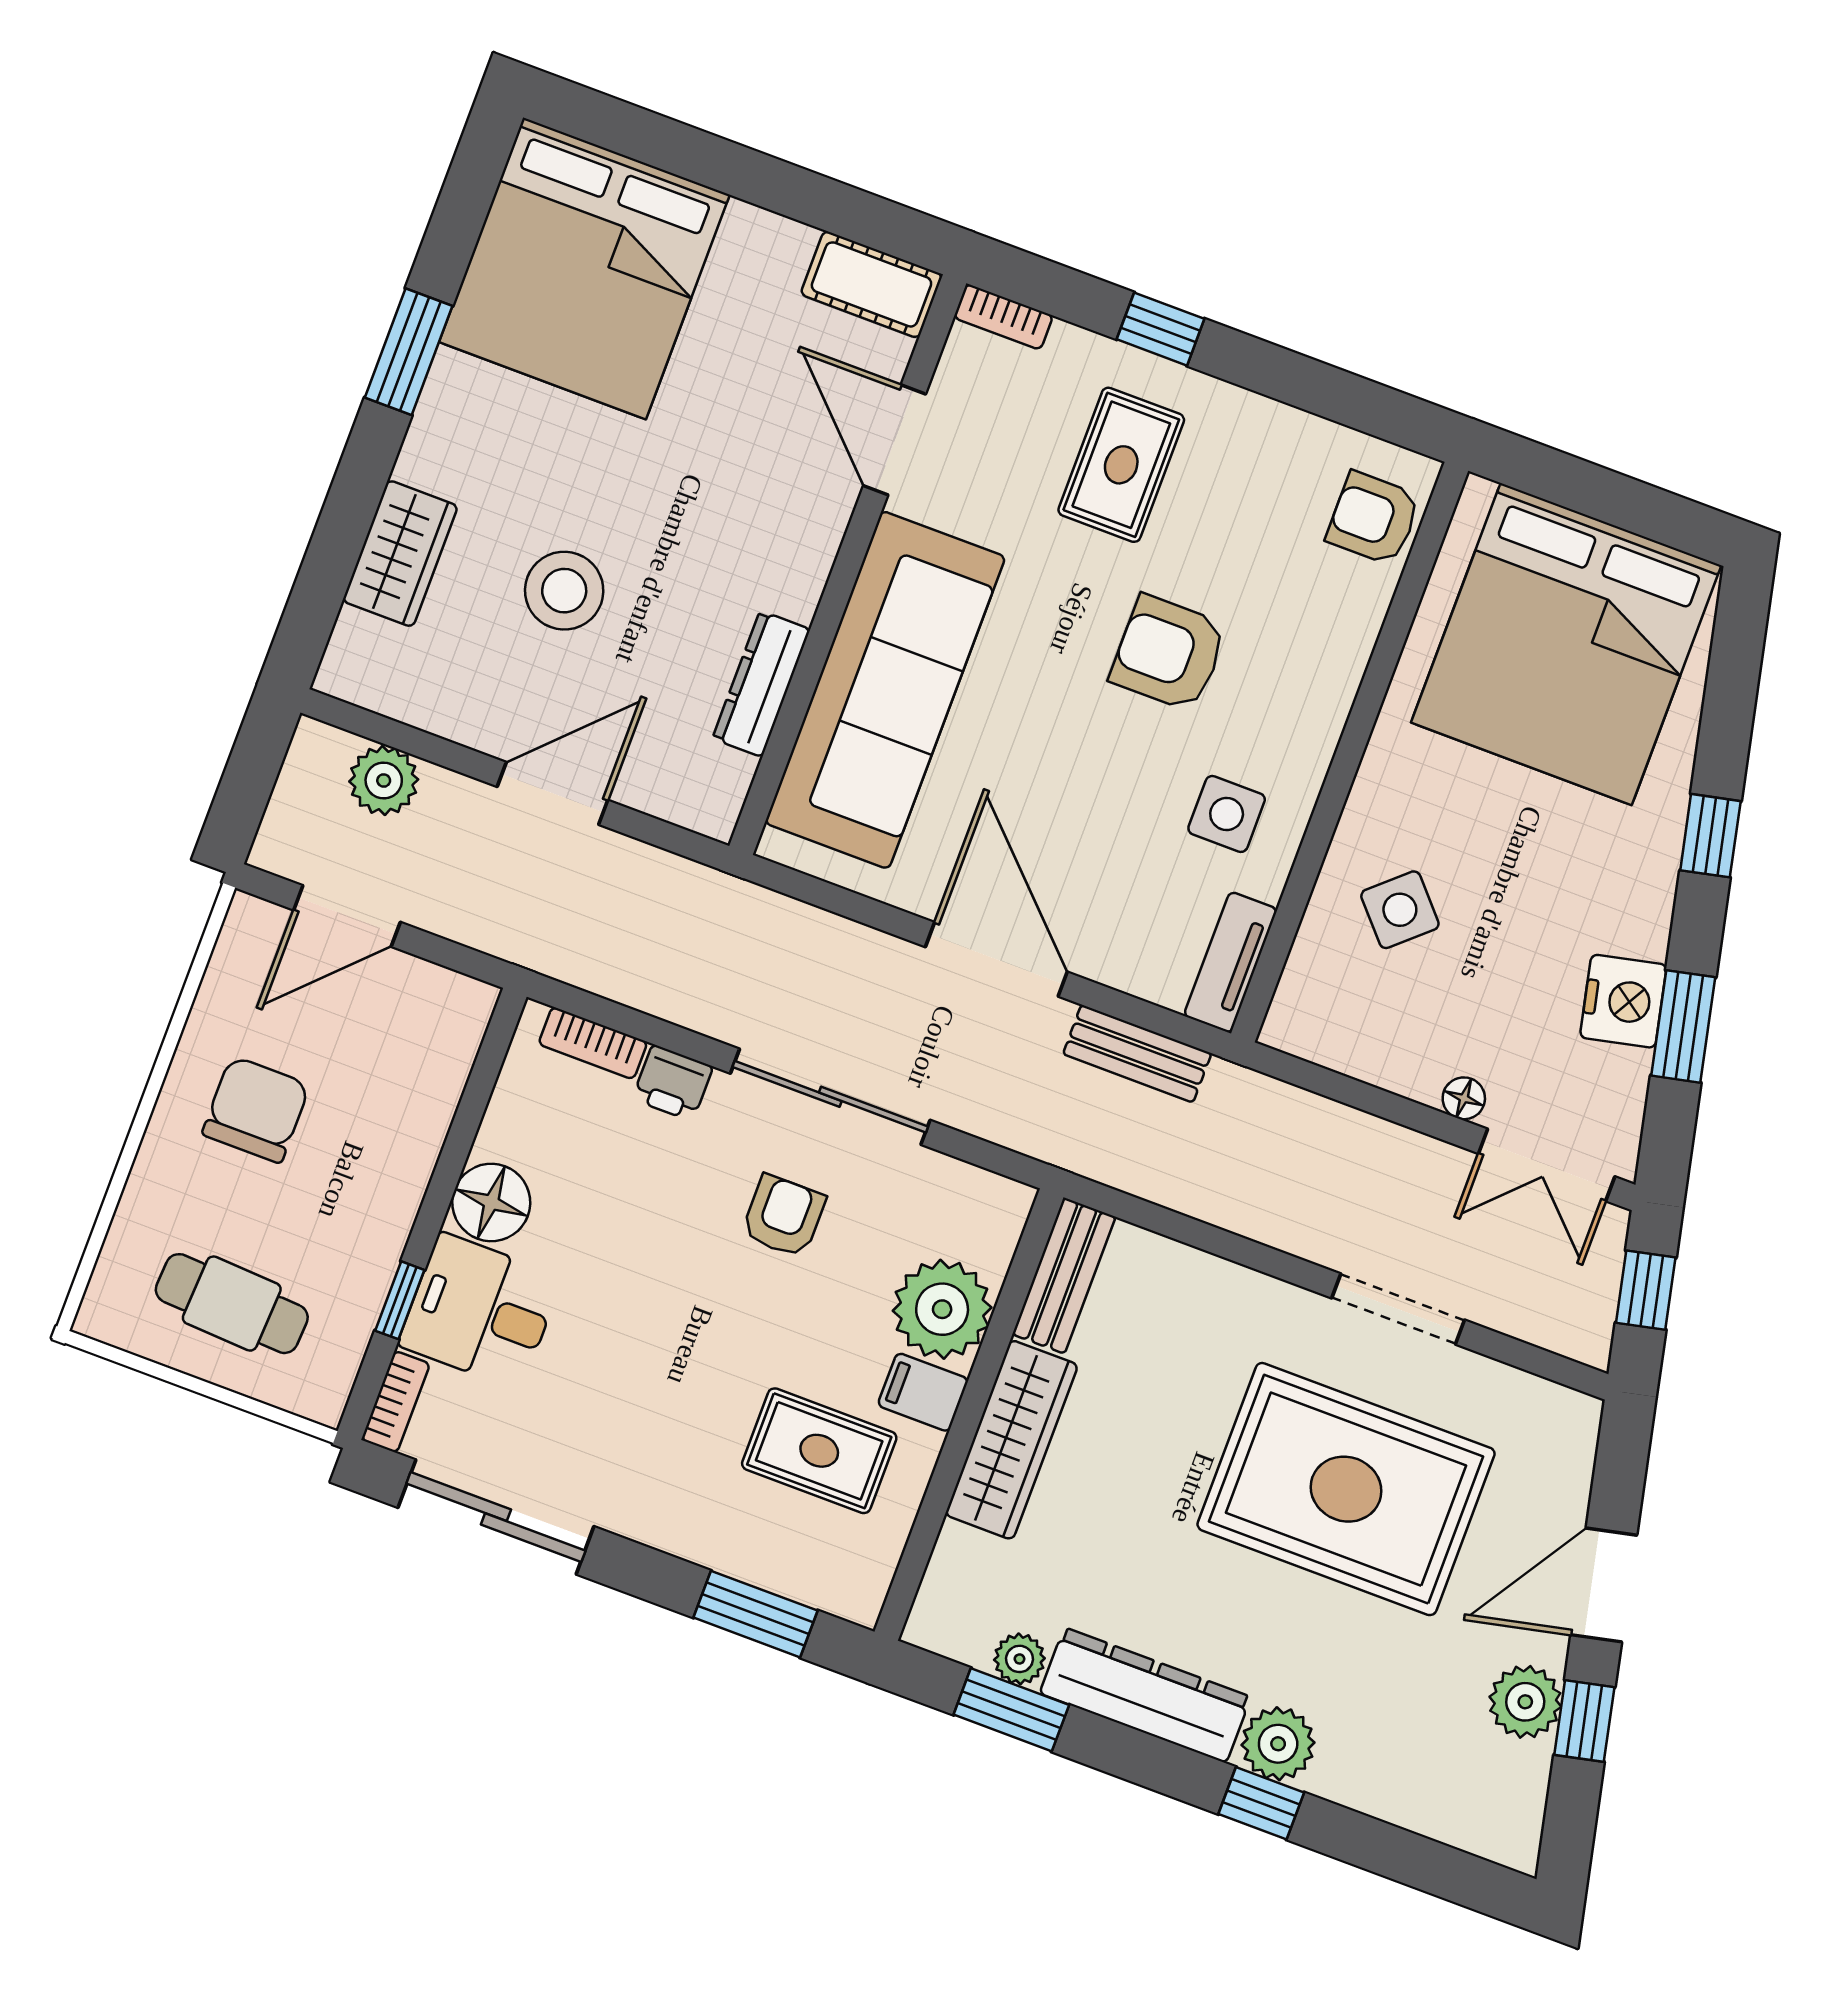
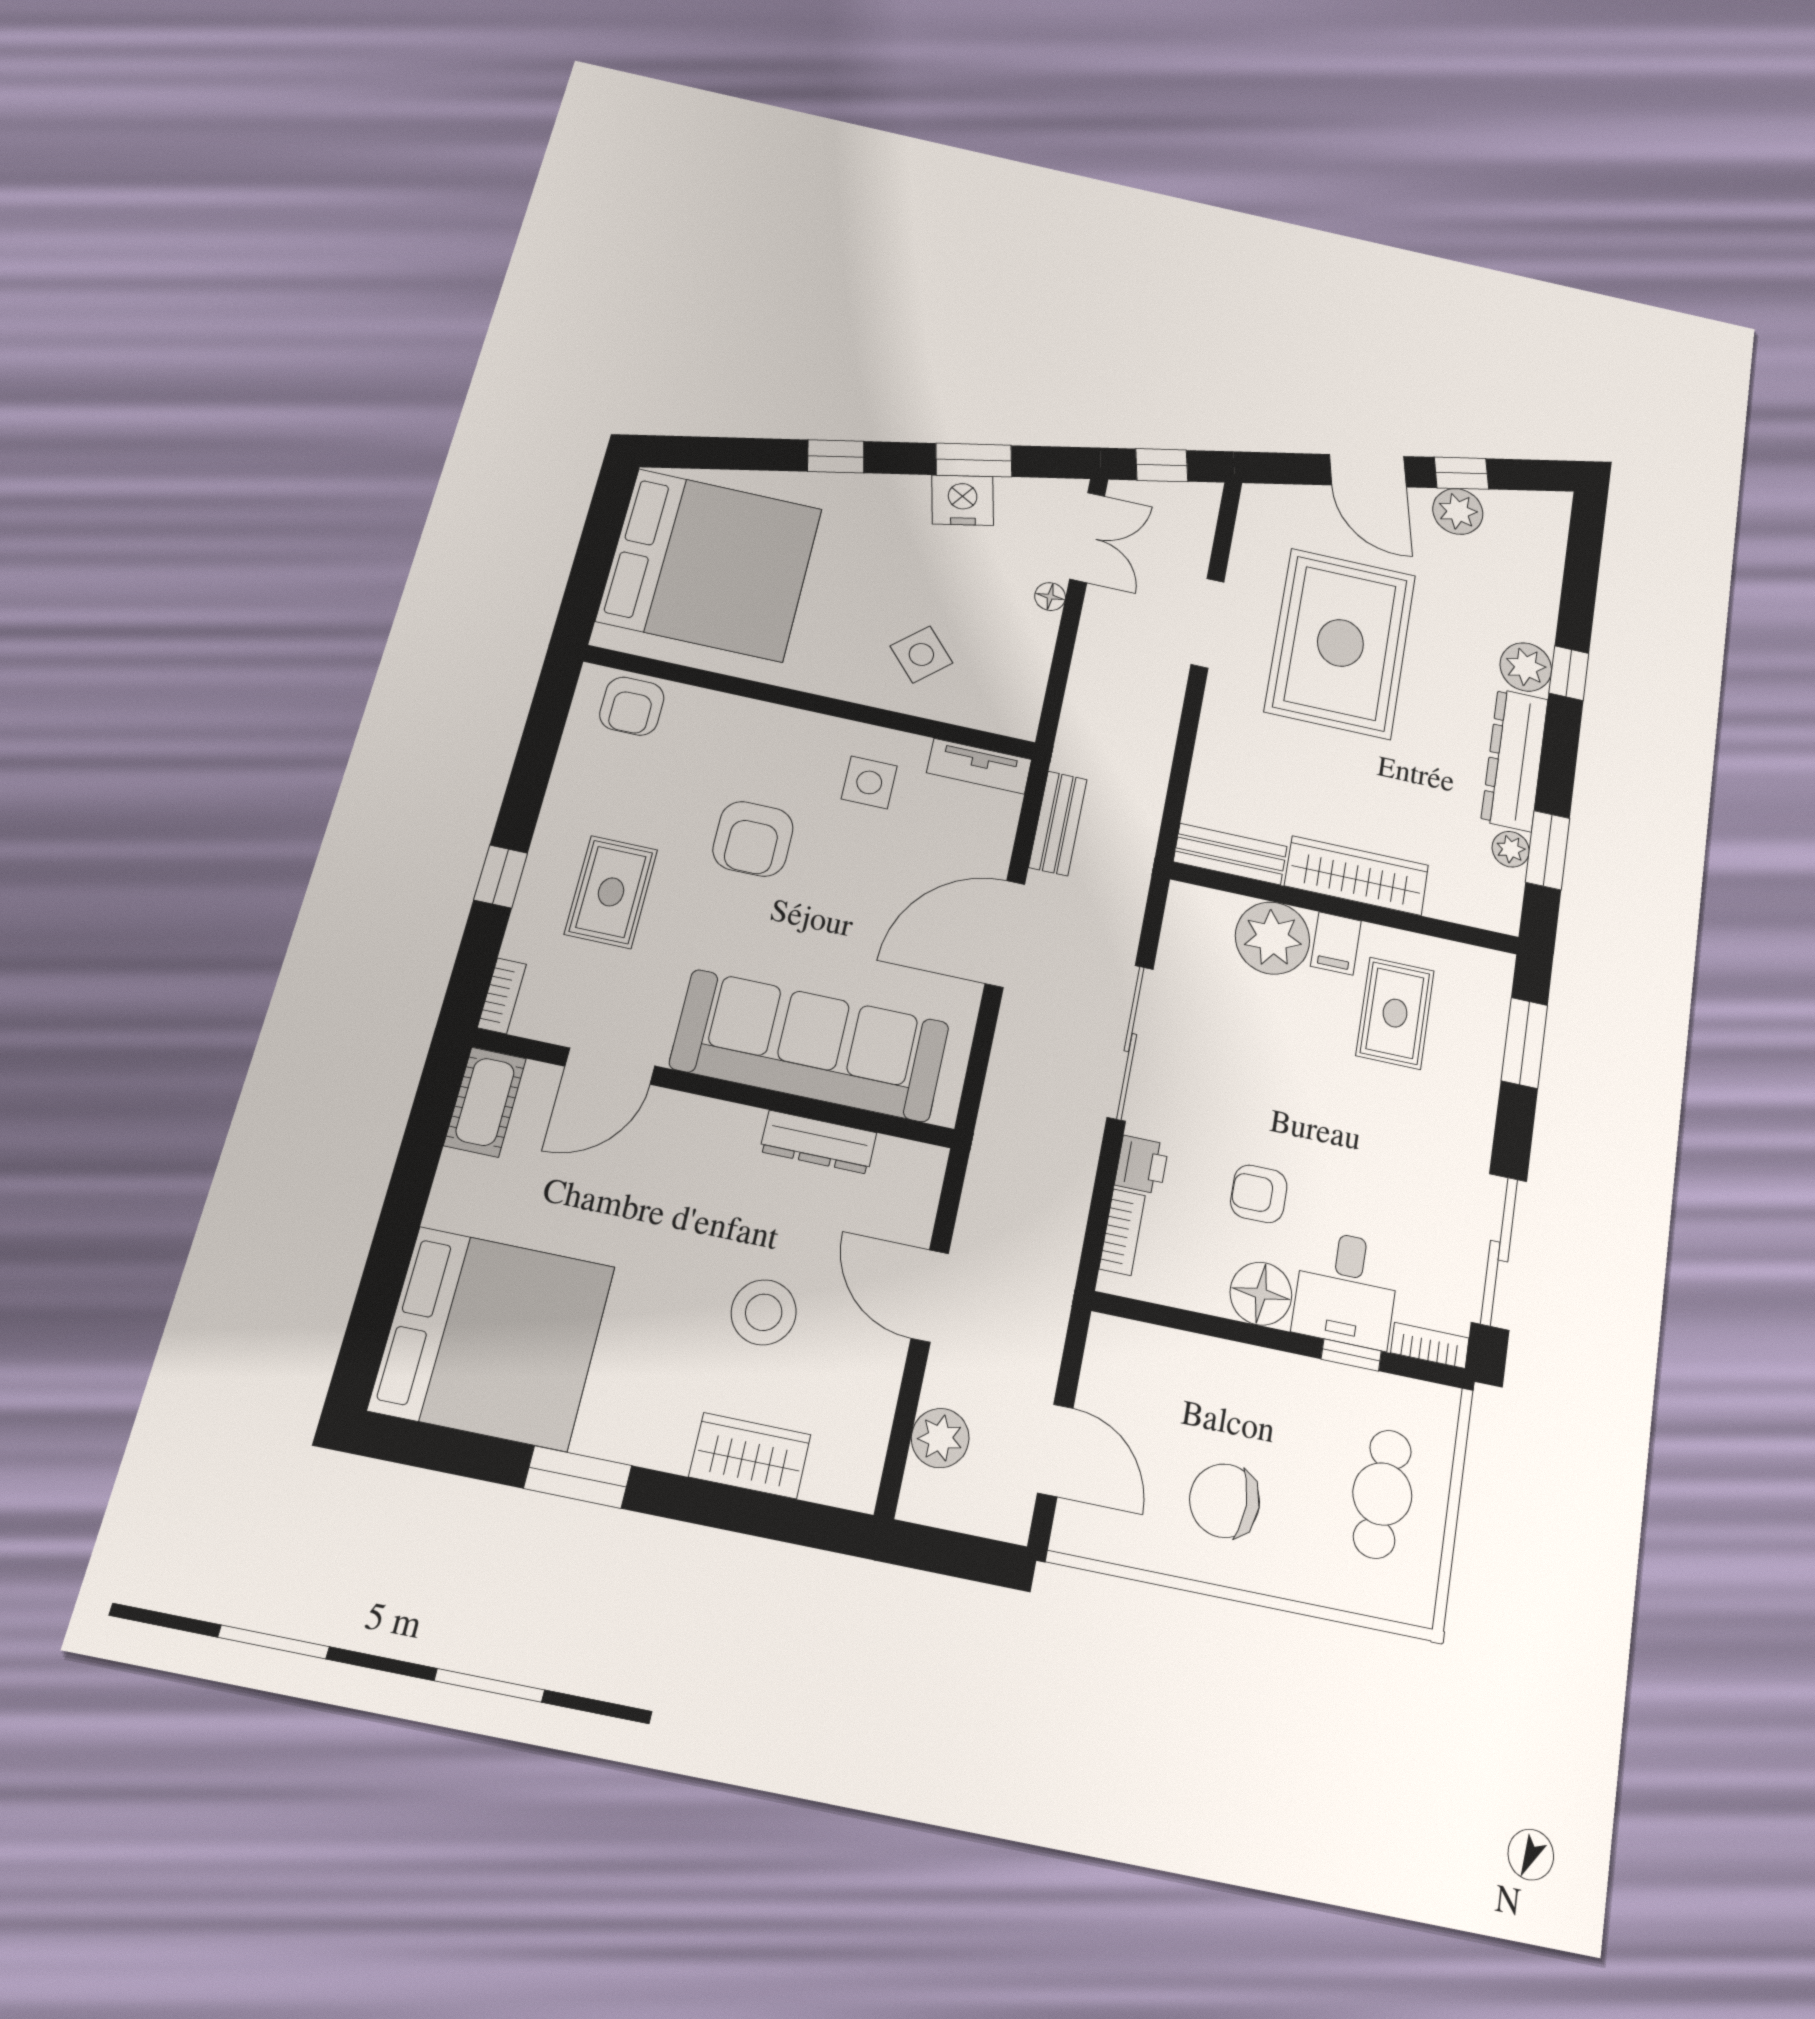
rug: (1121, 465) -> (611, 892), turned 90
armchair: (783, 1216) -> (1259, 1194), moved

